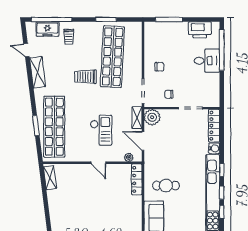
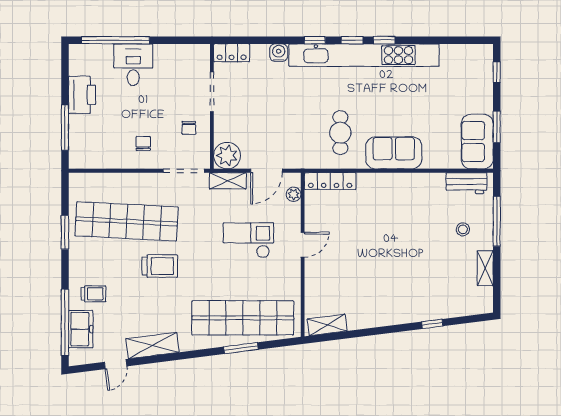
printer: (200, 30) -> (82, 95), moved
trolley: (85, 77) -> (160, 266), turned -90
locker: (214, 126) -> (232, 53), width x0.66

